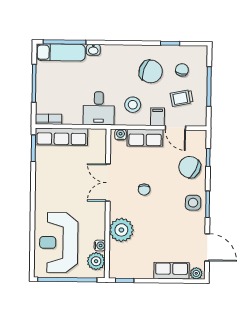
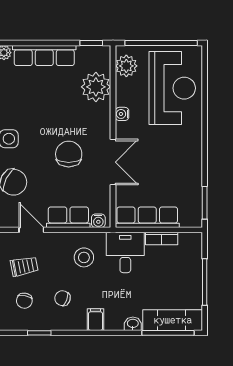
chair: (151, 71) -> (62, 298), width x0.54, depth x0.54
filing cabinet: (157, 117) -> (95, 320), moved, turned 180
bookcase: (49, 119) -> (162, 239), moved
row of seats: (61, 137) -> (147, 217), moved
chair: (144, 190) -> (69, 154), width x1.87, depth x1.87
plant: (121, 230) -> (96, 87), moved
water cooler: (100, 246) -> (122, 114), moved
row of seats: (172, 271) -> (44, 55), width x1.48

